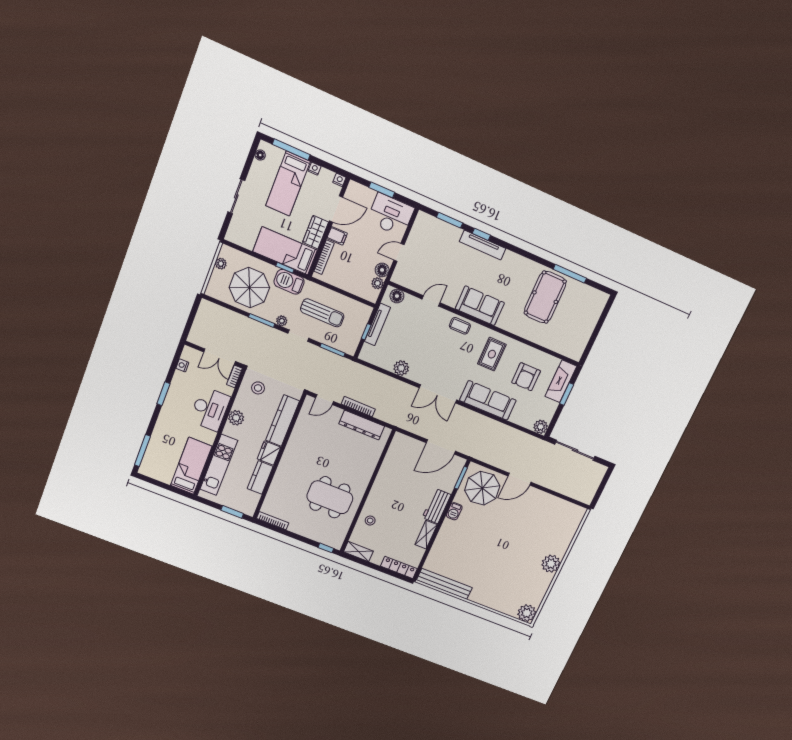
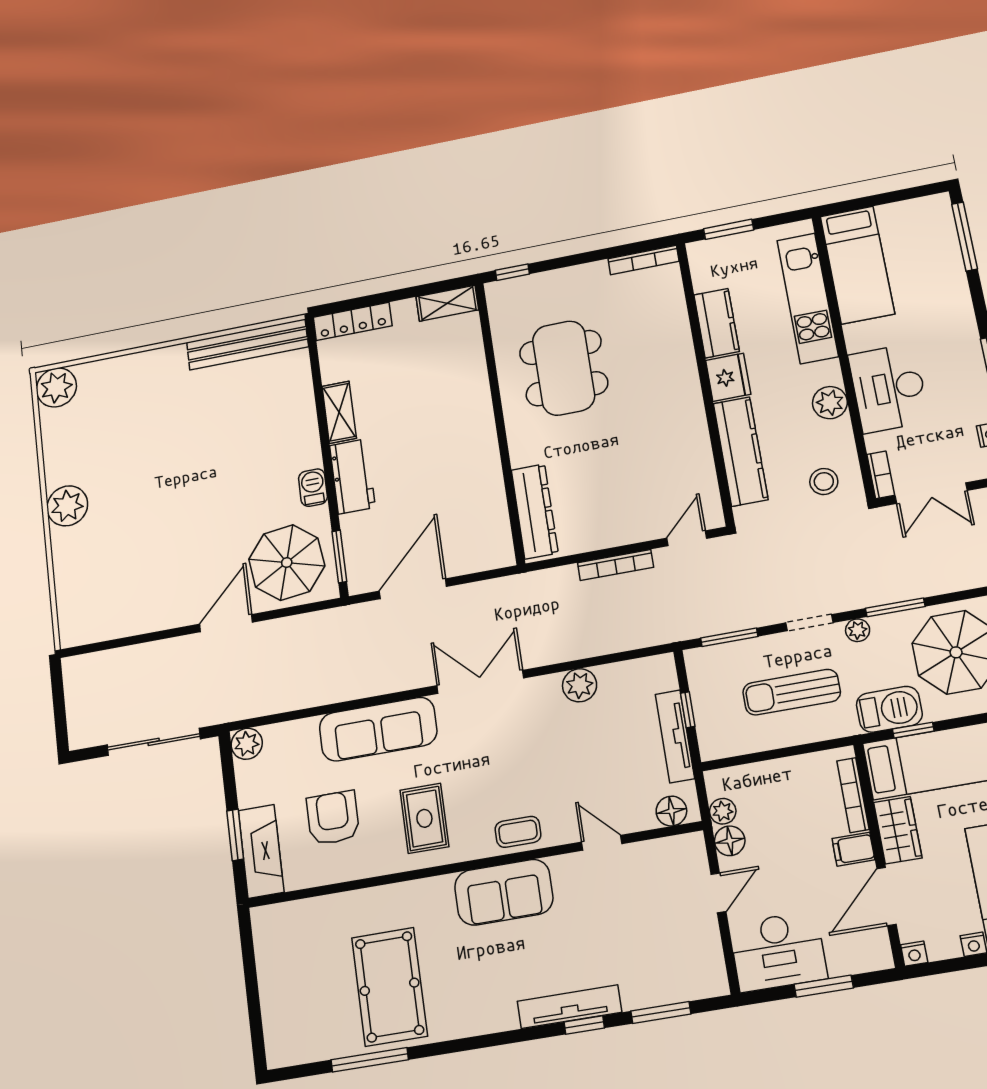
door: (431, 301) -> (602, 843), swing flipped
double door: (220, 357) -> (931, 493), swing flipped
dresser: (362, 425) -> (535, 511), moved, turned 90
dining table: (330, 497) -> (564, 368), turned 90
stool: (370, 521) -> (461, 373), removed

